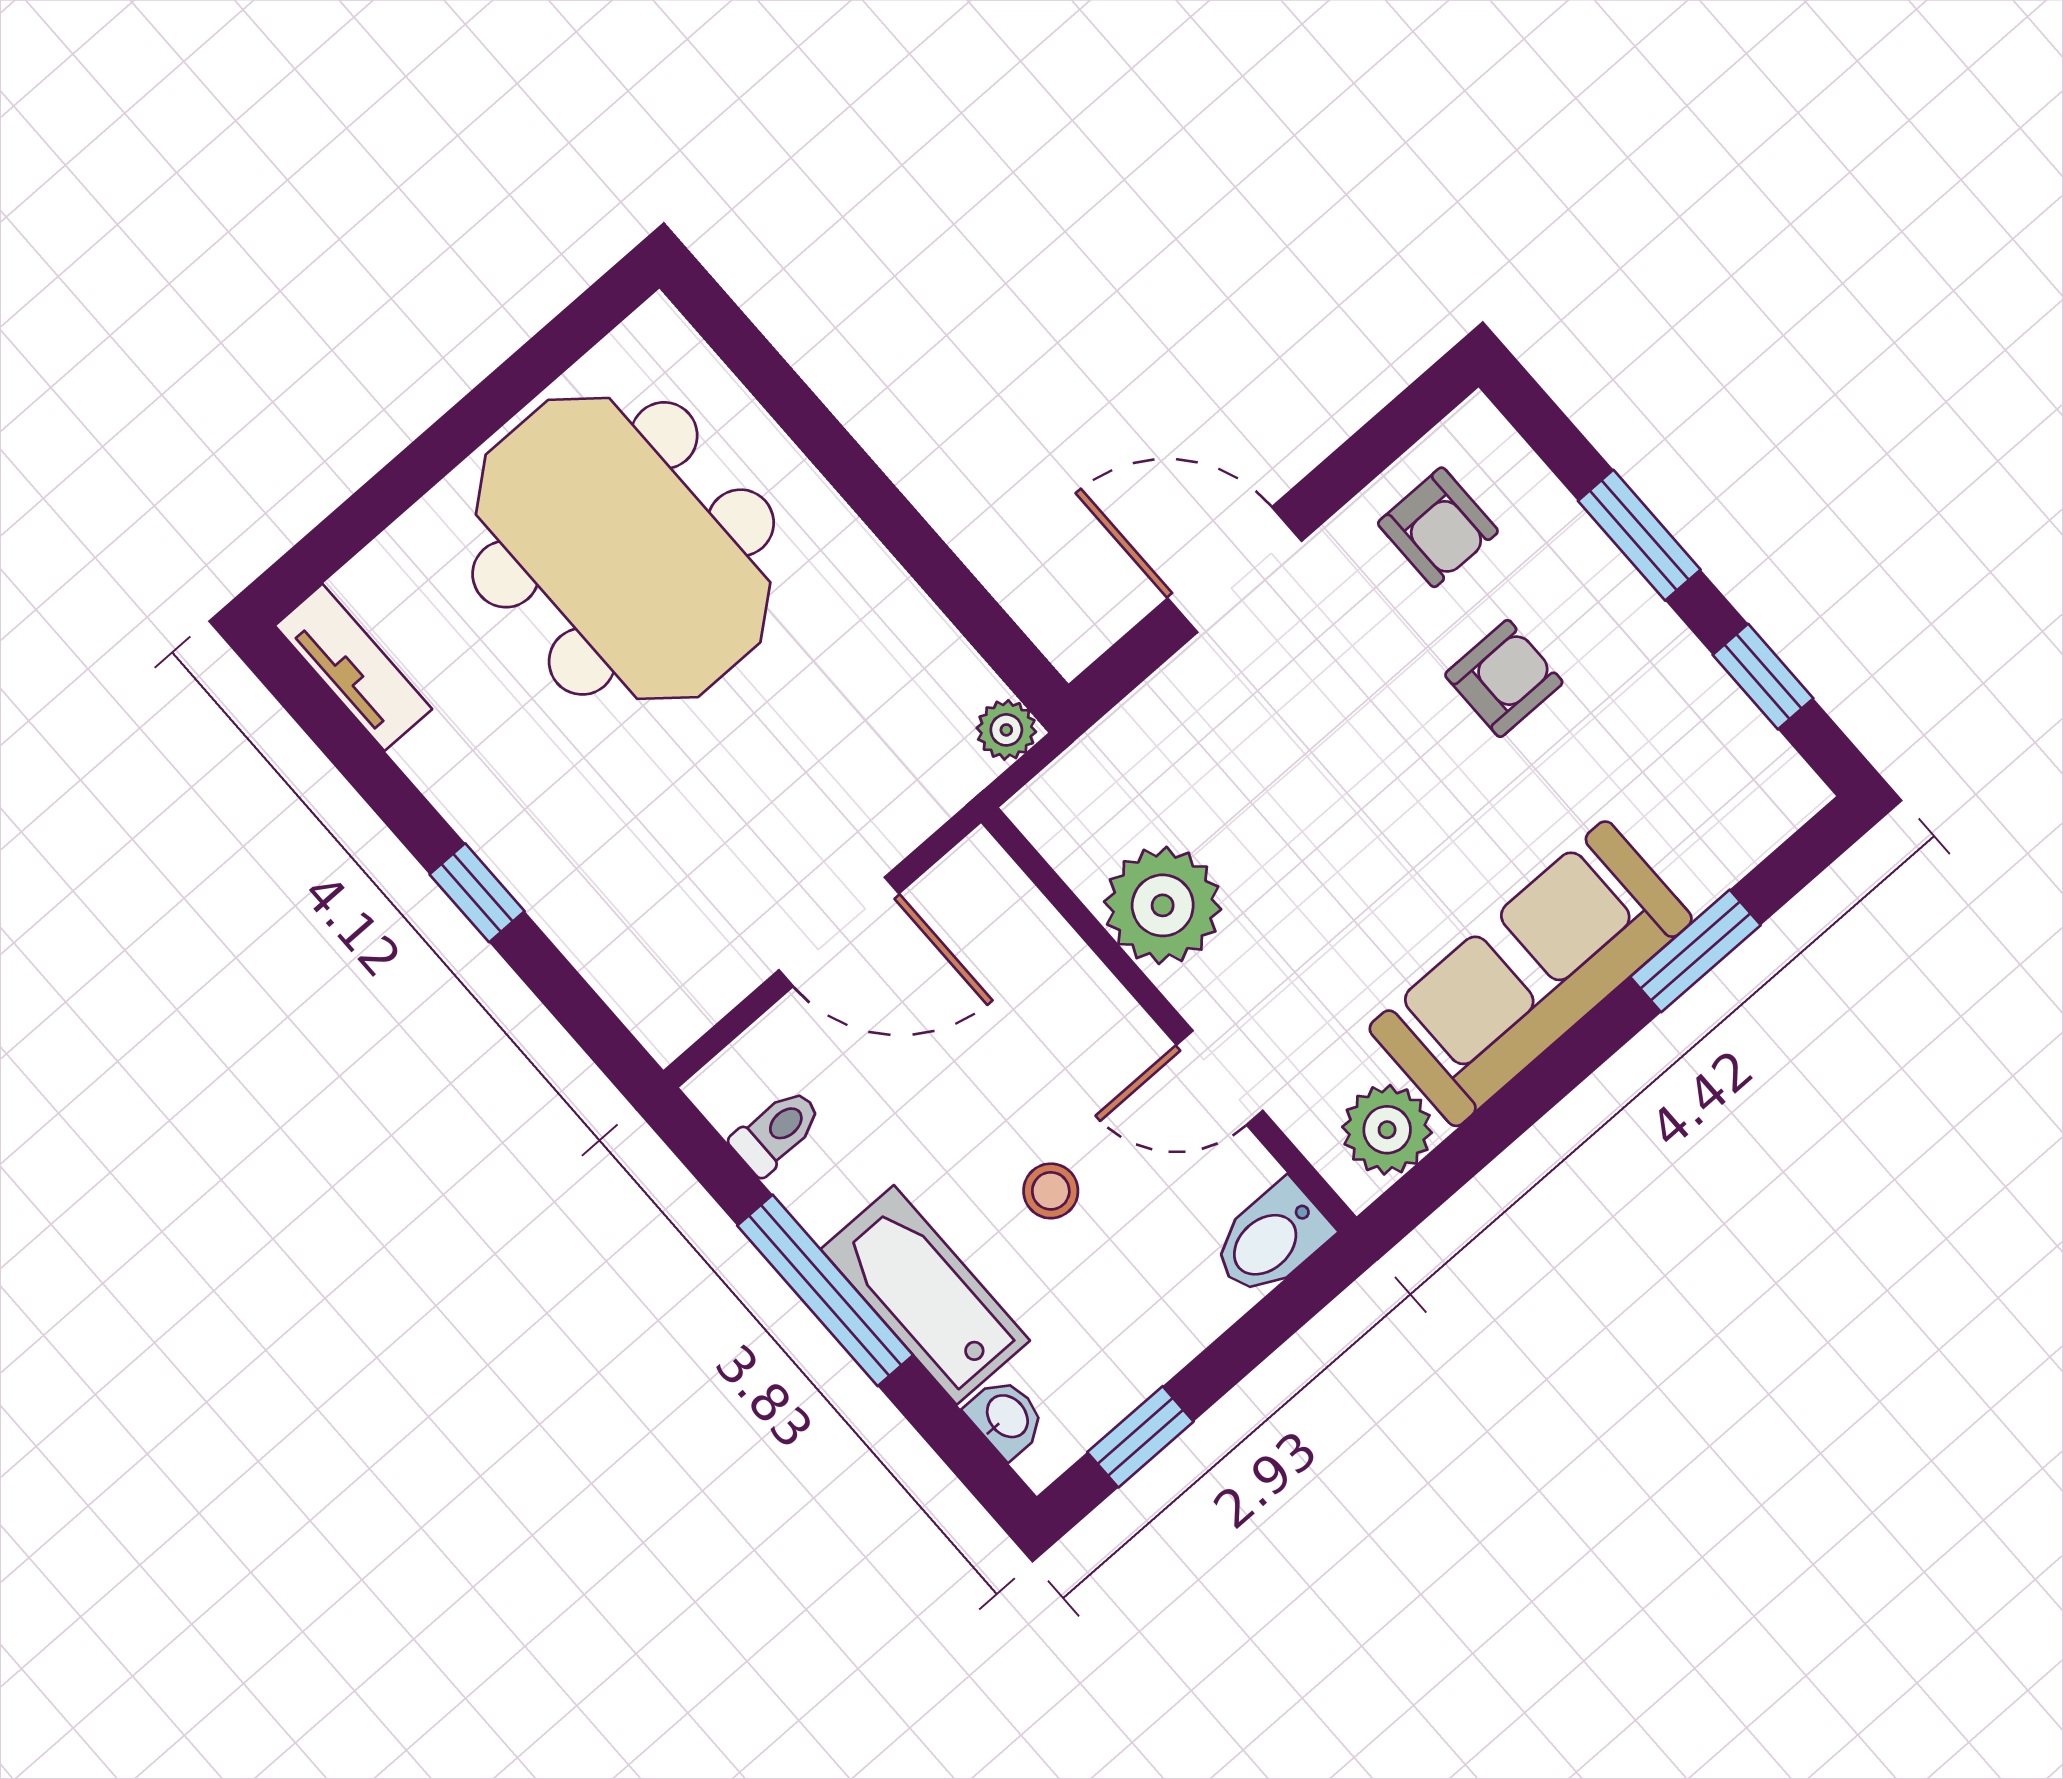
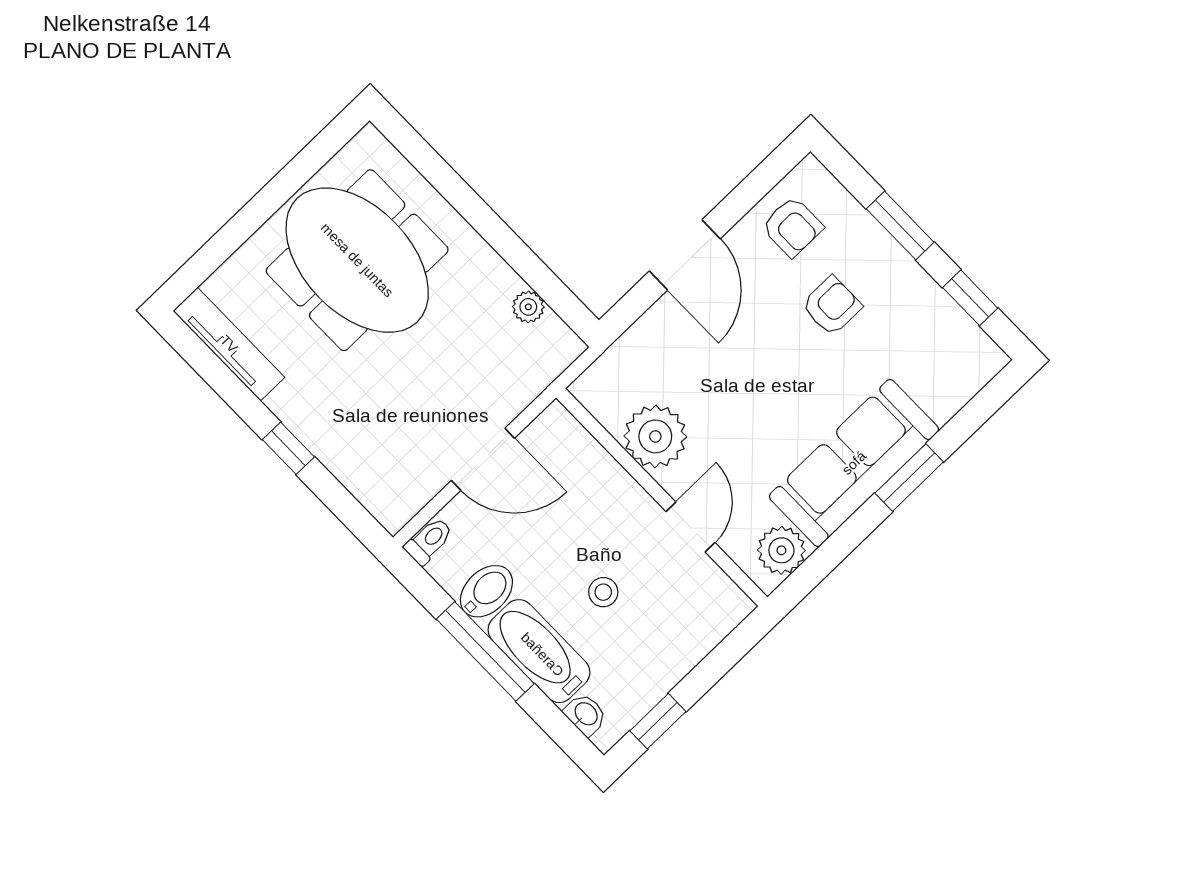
door: (1235, 570) -> (685, 255), swing flipped
tv unit: (353, 667) -> (229, 344), width x1.41
plant: (1006, 730) -> (528, 307), moved
window: (1695, 951) -> (909, 478), moved
door: (1220, 1078) -> (691, 527), swing flipped
toilet: (776, 1132) -> (429, 541), moved
bidet: (1271, 1240) -> (486, 591), moved, turned 180

